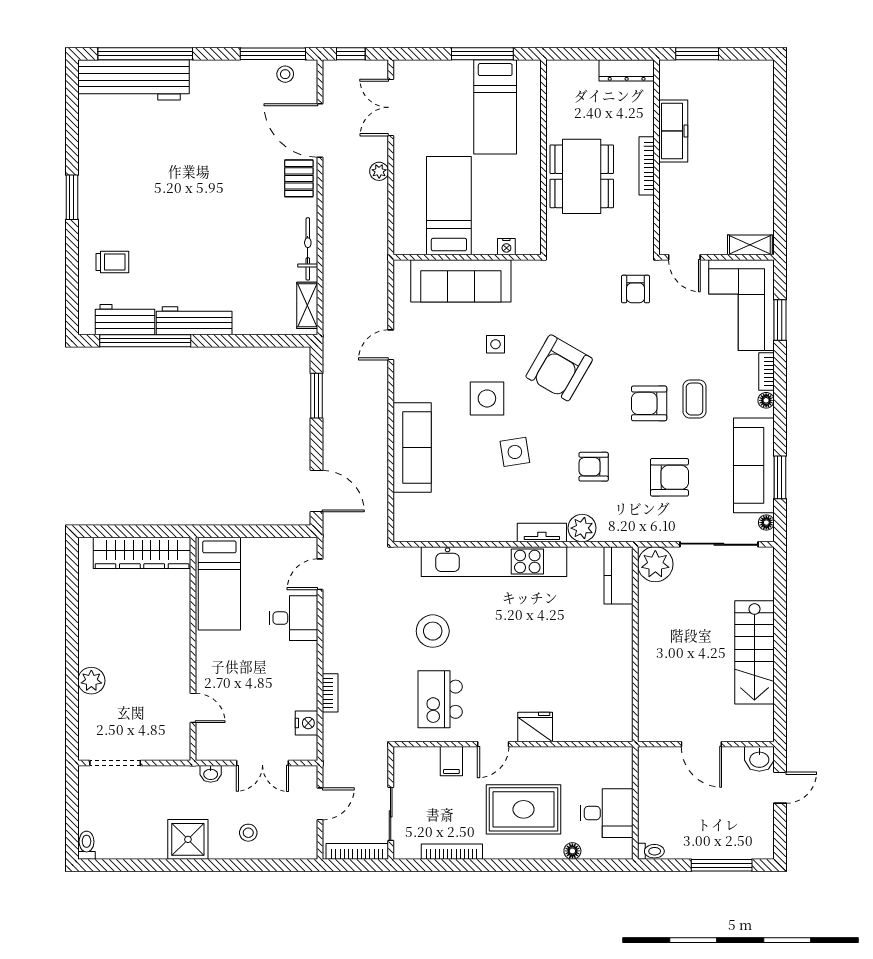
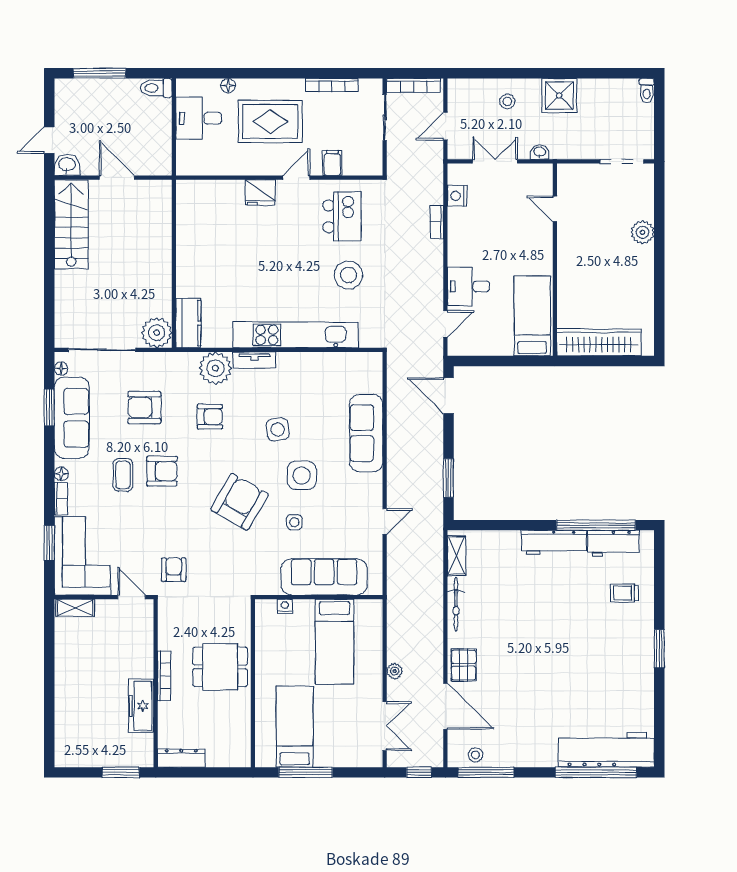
dining table: (582, 176) -> (220, 667), width x0.73
plant: (582, 528) -> (215, 368), width x1.36, depth x1.36
stairs: (754, 652) -> (71, 224), moved
toilet: (651, 851) -> (156, 88), width x1.37, depth x1.39

